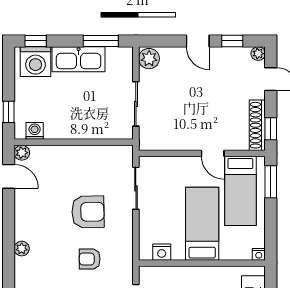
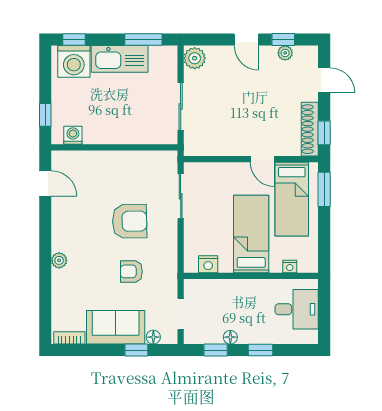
plant: (258, 54) -> (285, 53), moved
plant: (22, 153) -> (59, 158), removed
nightstand: (259, 254) -> (290, 266), moved

